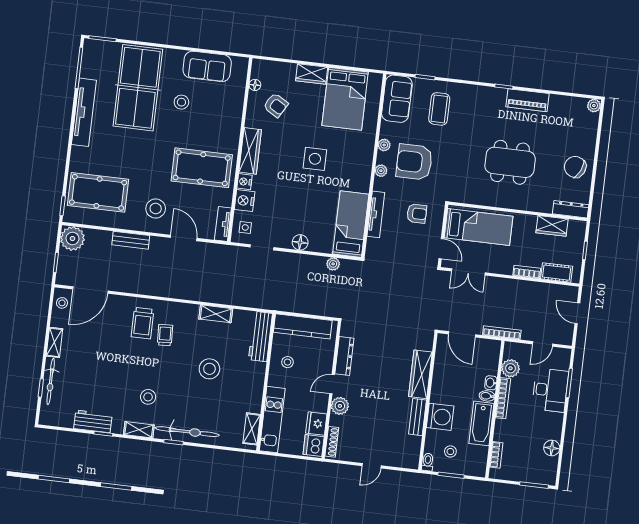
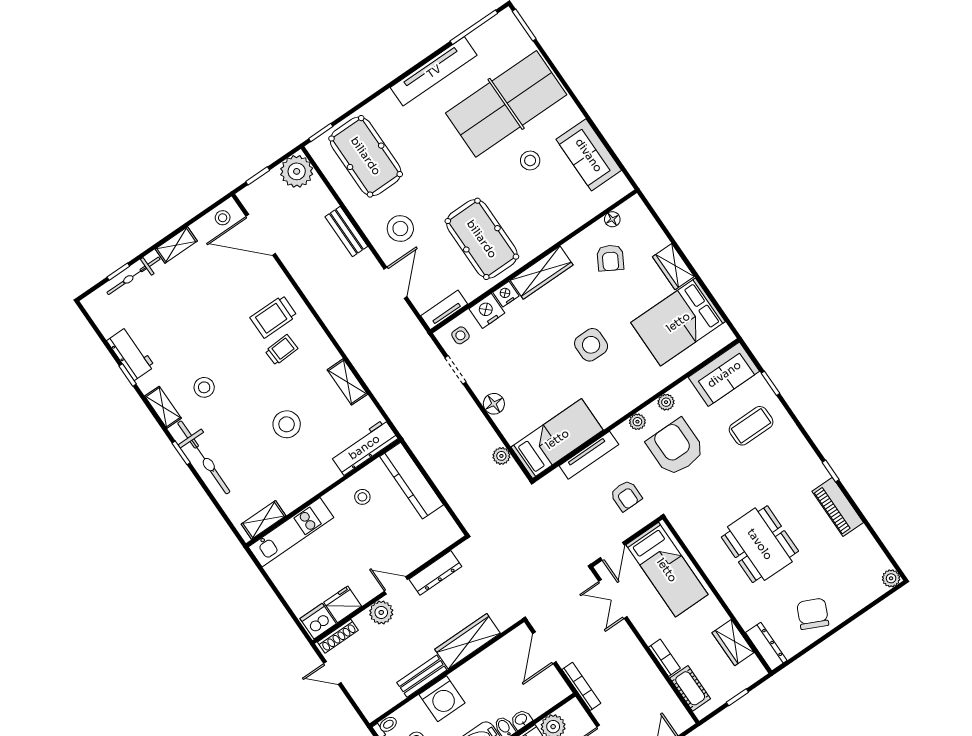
dresser: (344, 356) -> (435, 573), moved
door: (332, 384) -> (396, 585), moved
wall: (331, 390) -> (390, 590), moved
plant: (340, 406) -> (381, 612), moved
fridge: (316, 424) -> (343, 604), moved
shoe rack: (332, 442) -> (338, 636), moved
dishwasher: (314, 446) -> (318, 621), moved

